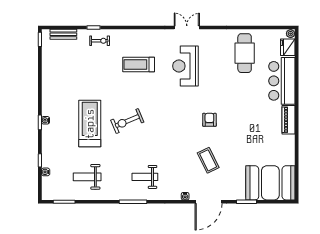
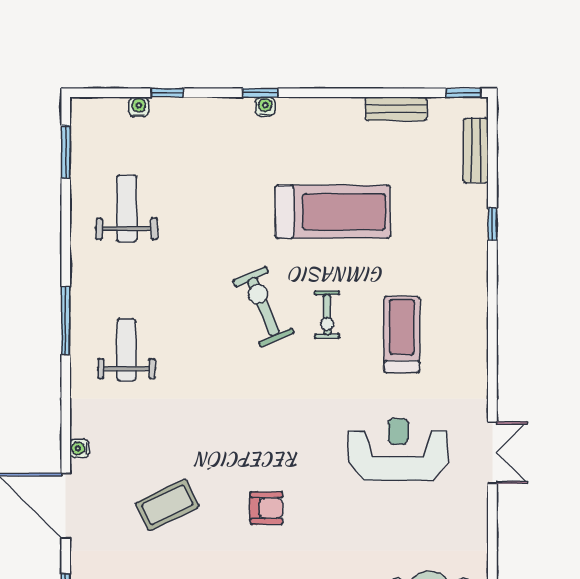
exercise bike: (100, 41) -> (327, 315), moved
bench: (46, 67) -> (396, 109), added
treadmill: (90, 124) -> (333, 212), moved

